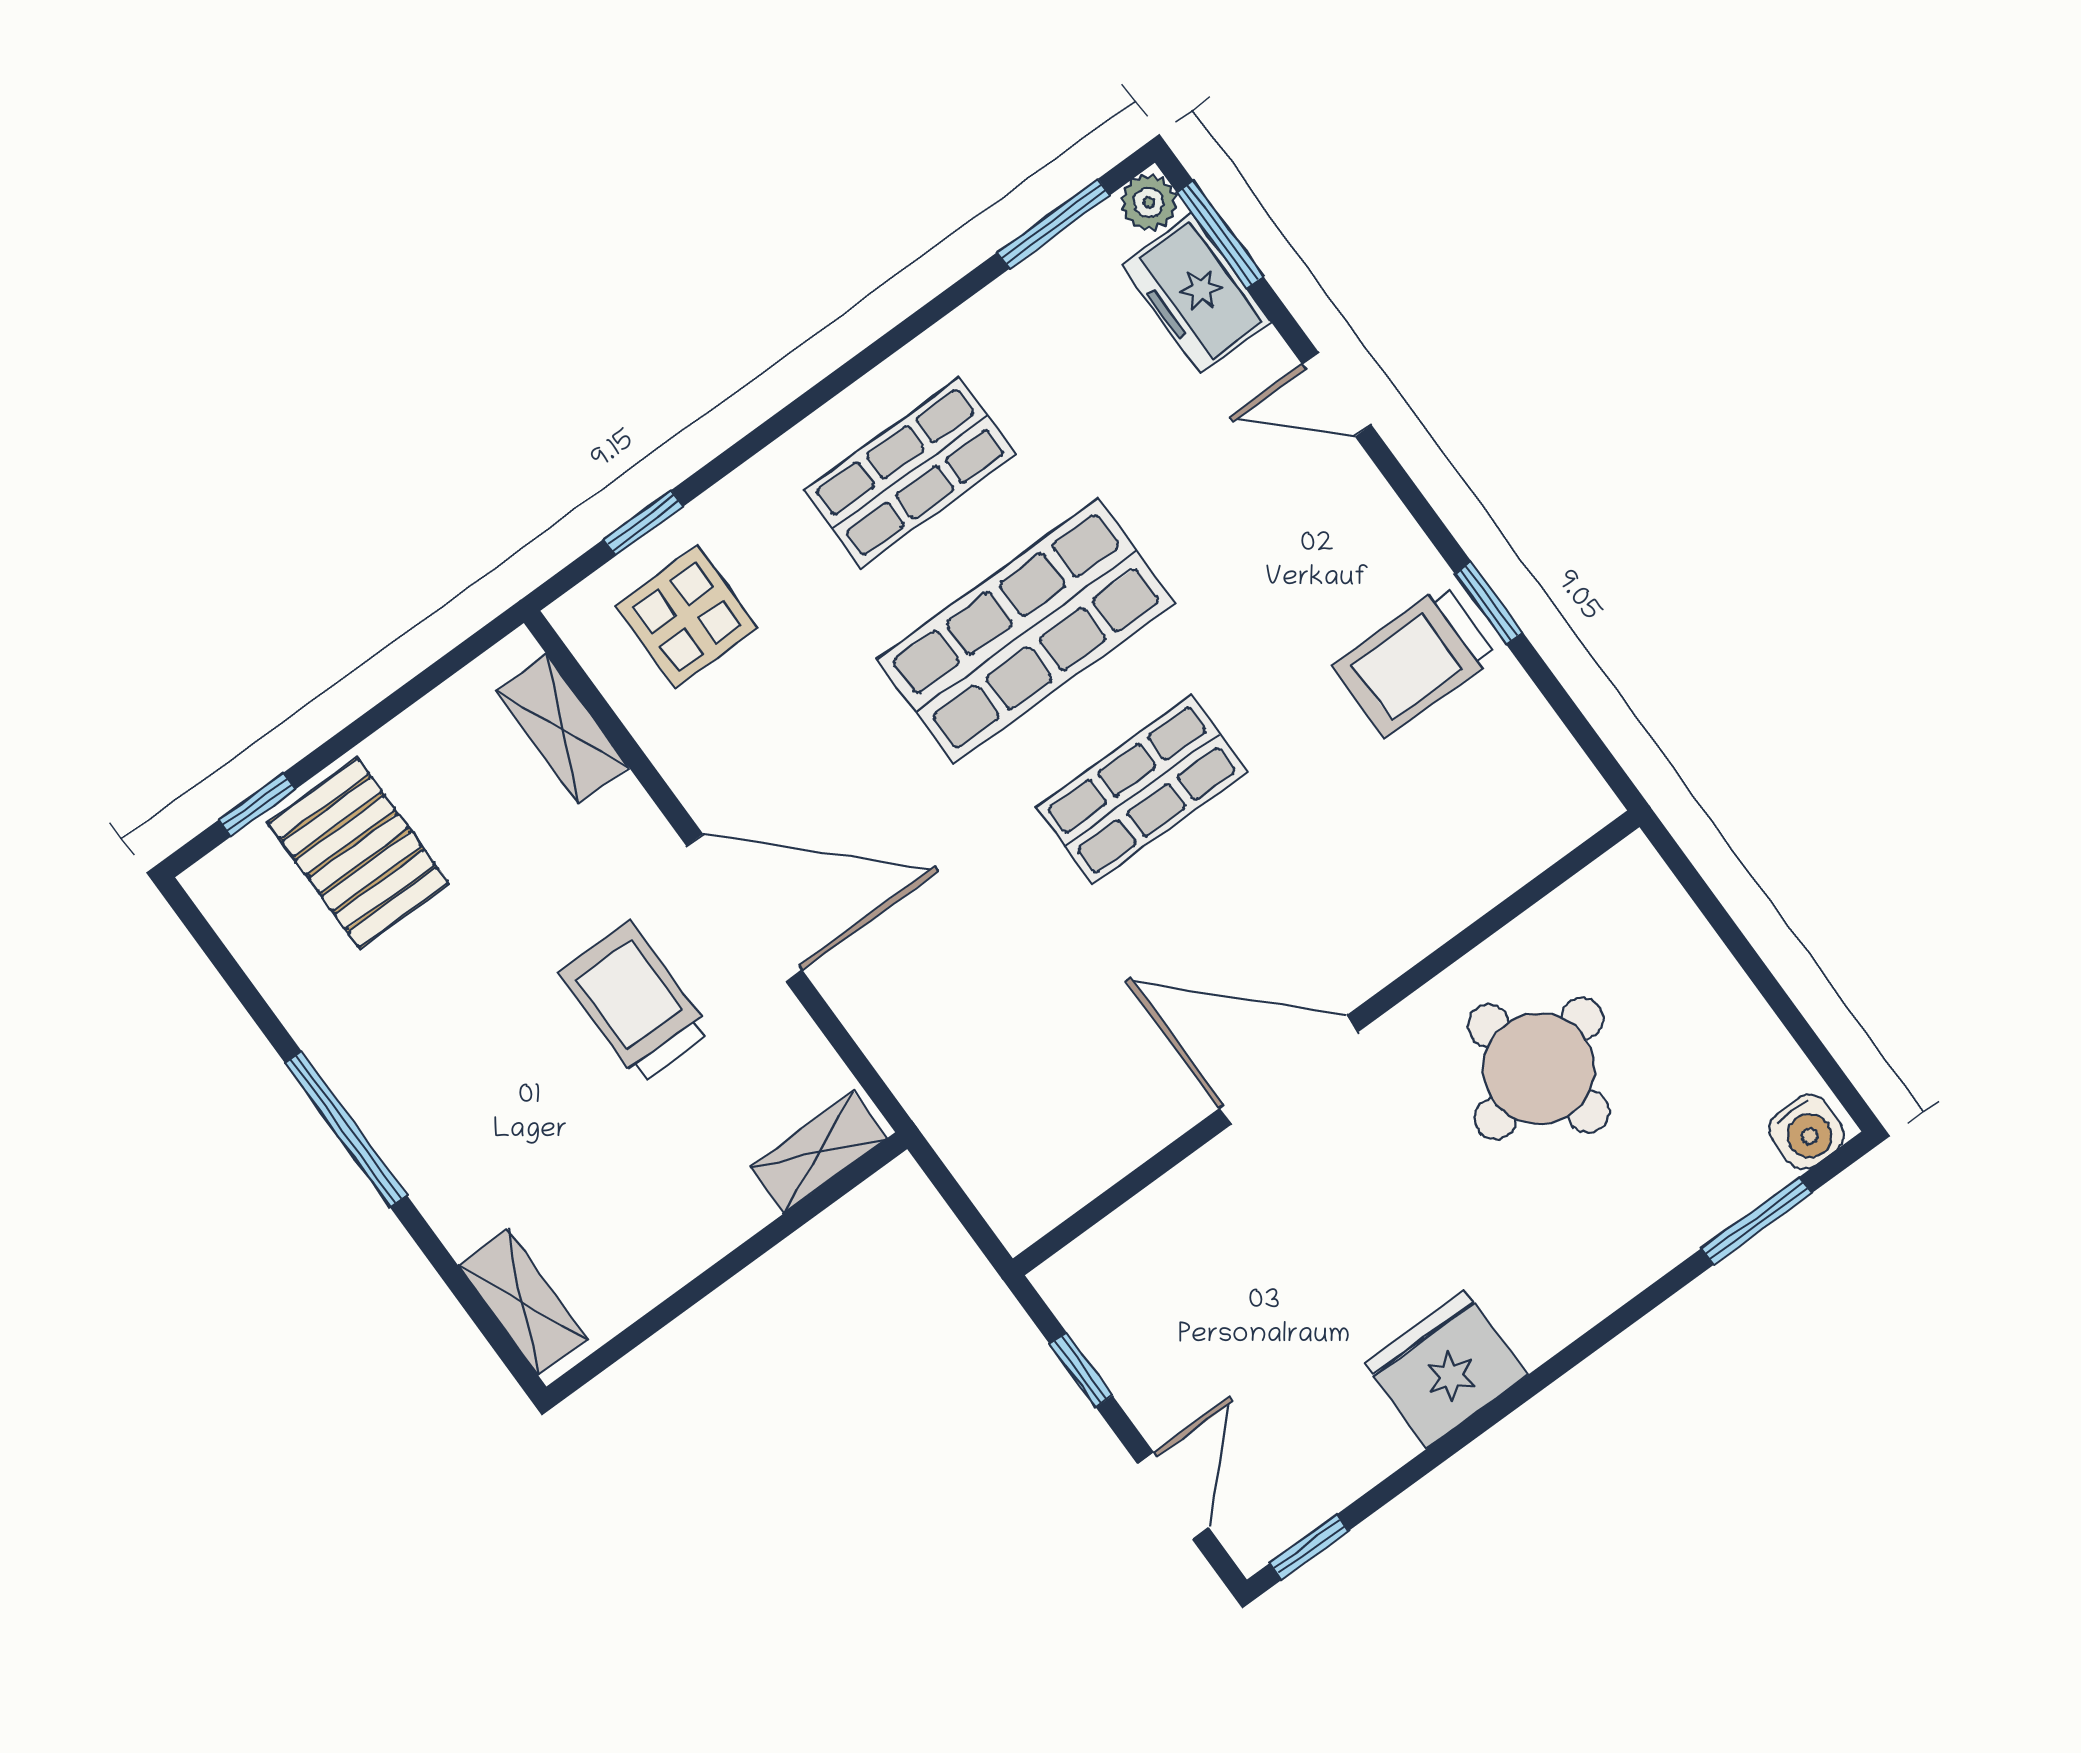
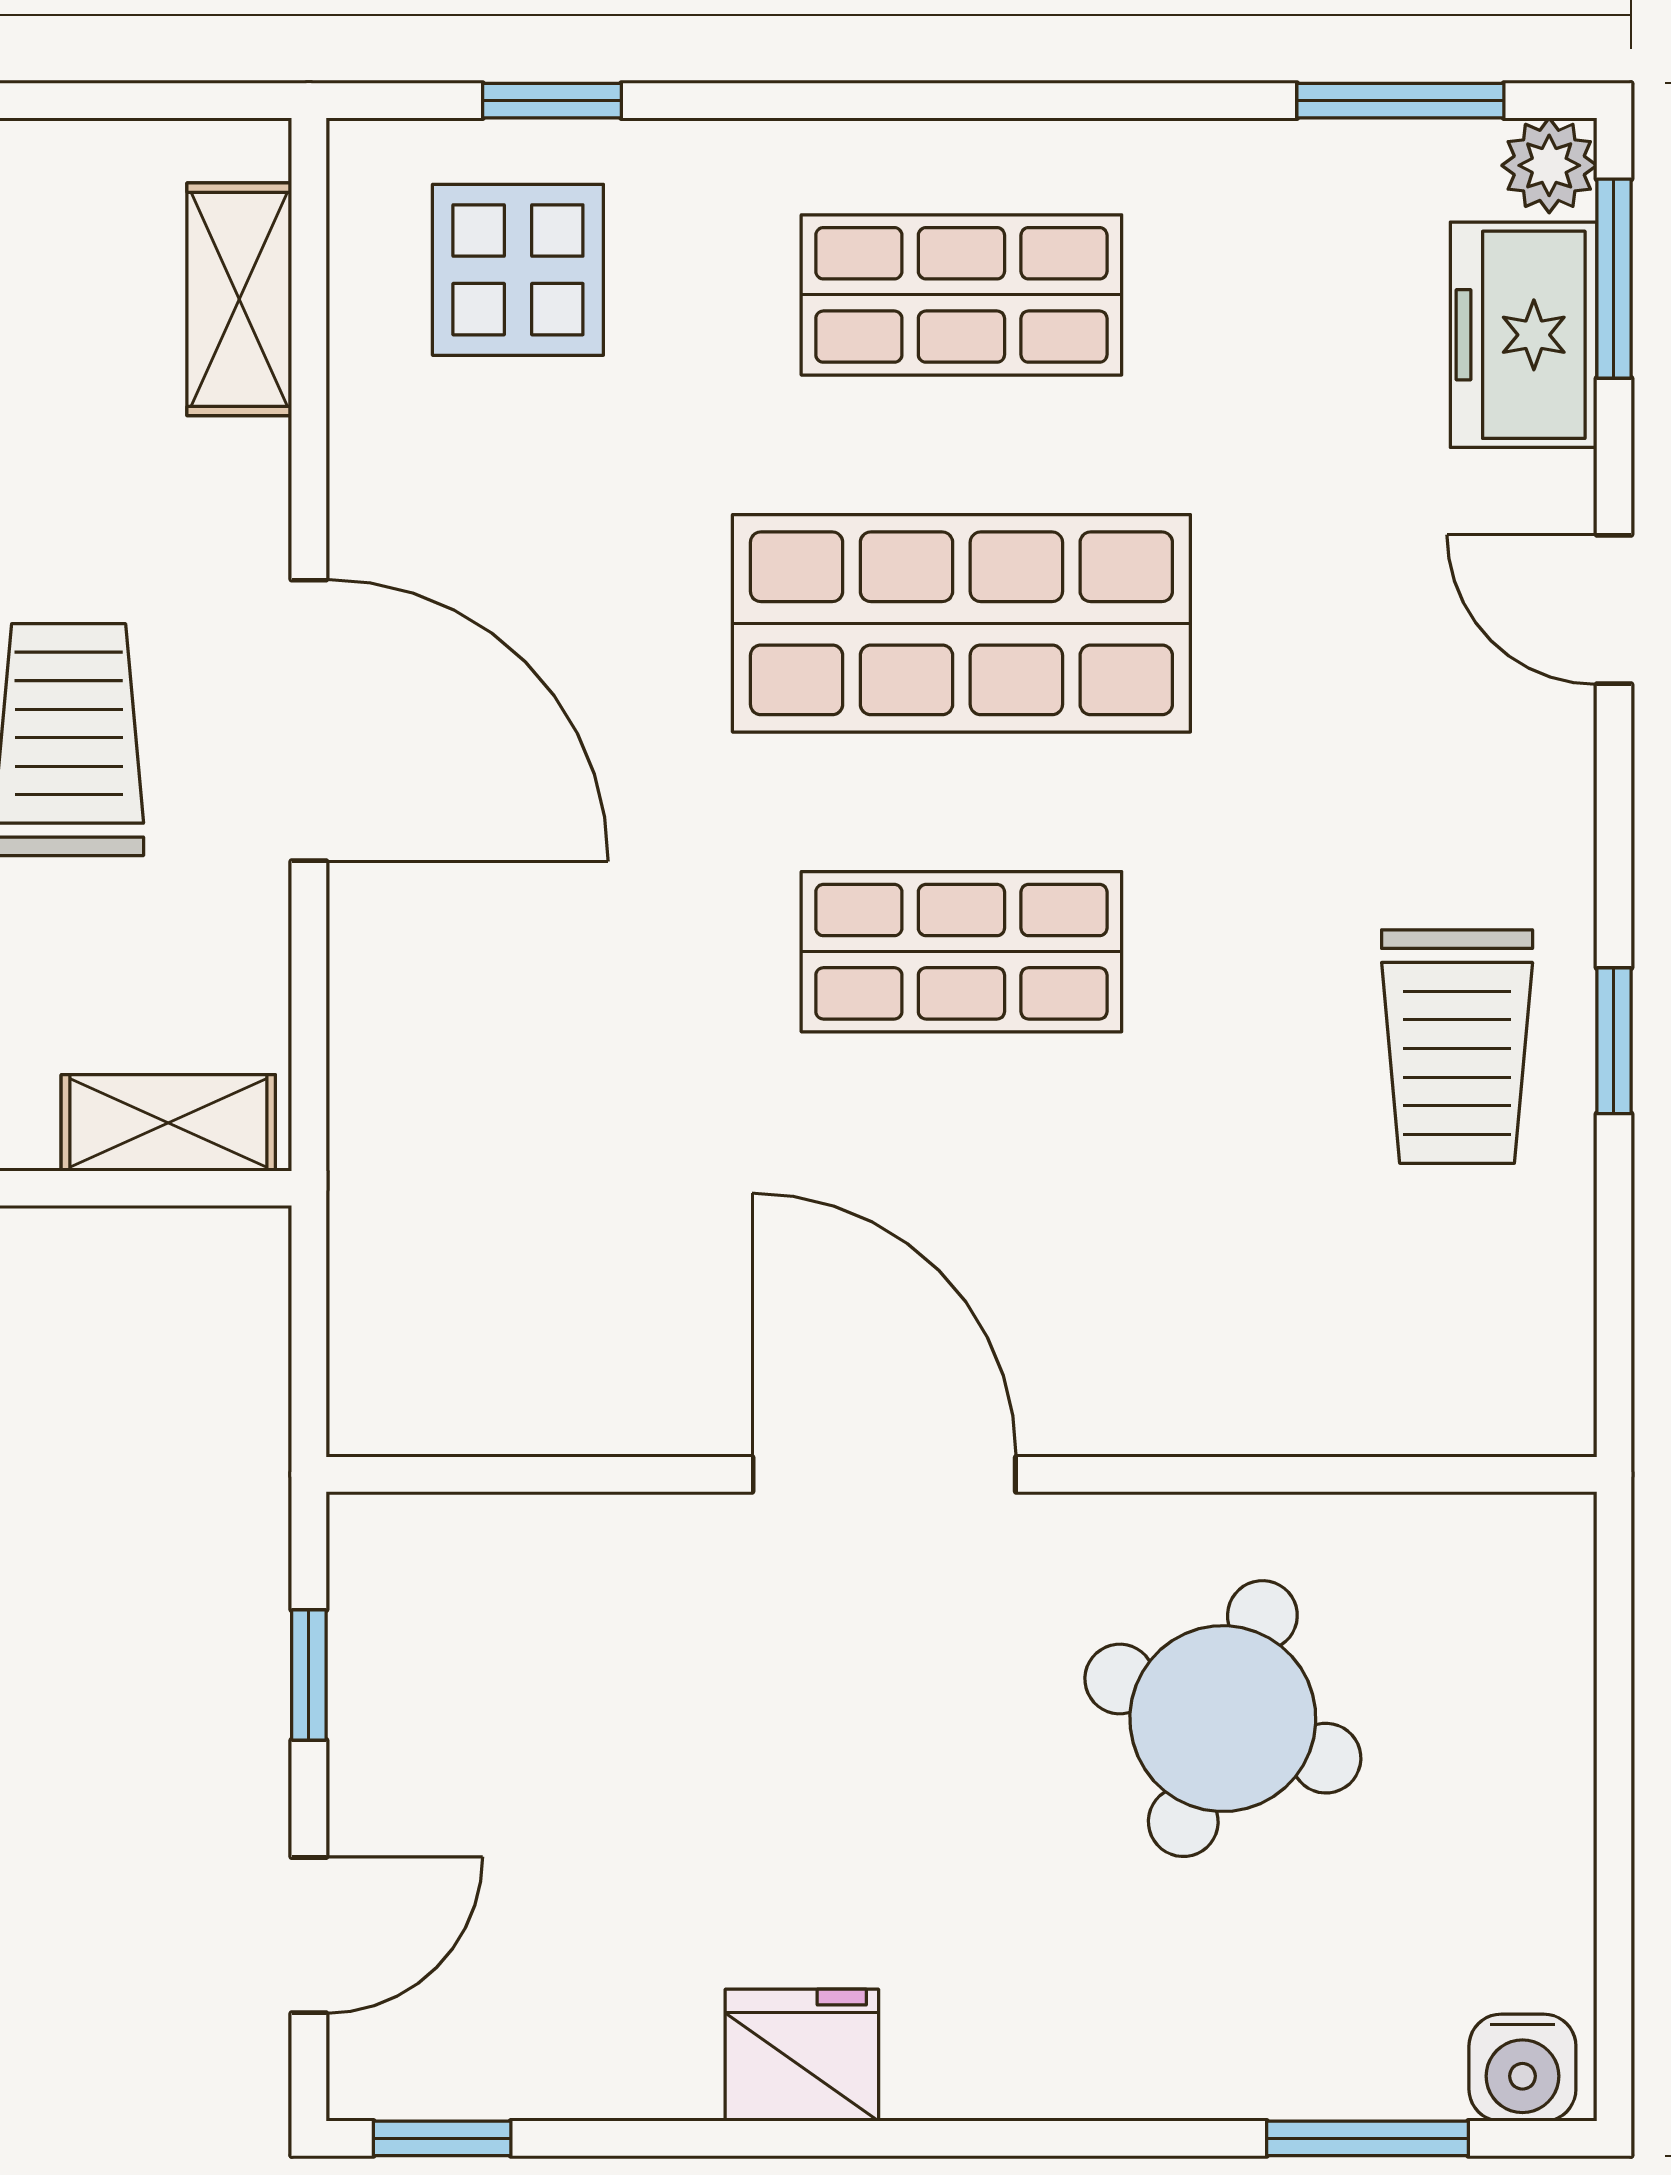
trolley: (1415, 661) -> (1457, 1047), turned -90
round table: (1539, 1069) -> (1223, 1719), turned 34
fridge: (1446, 1369) -> (802, 2055), width x0.73, depth x0.75

